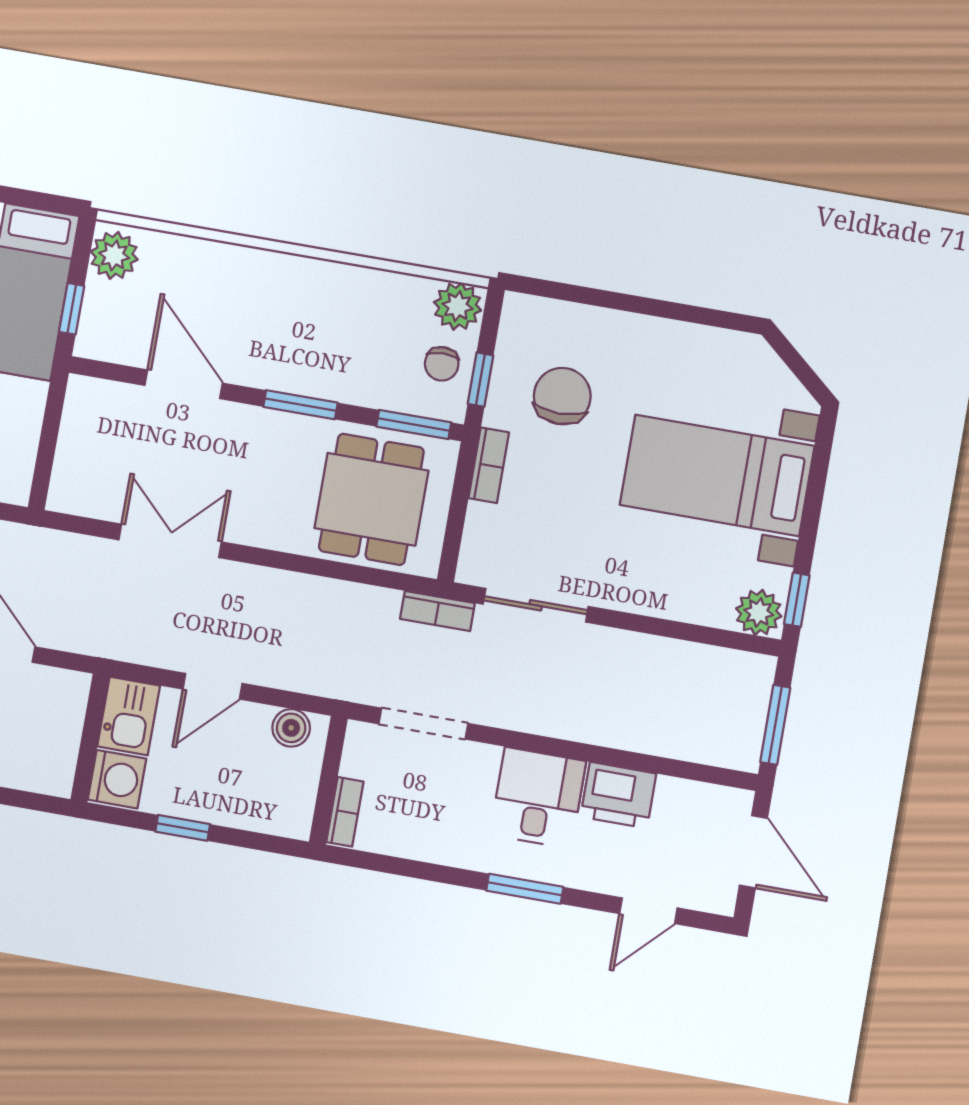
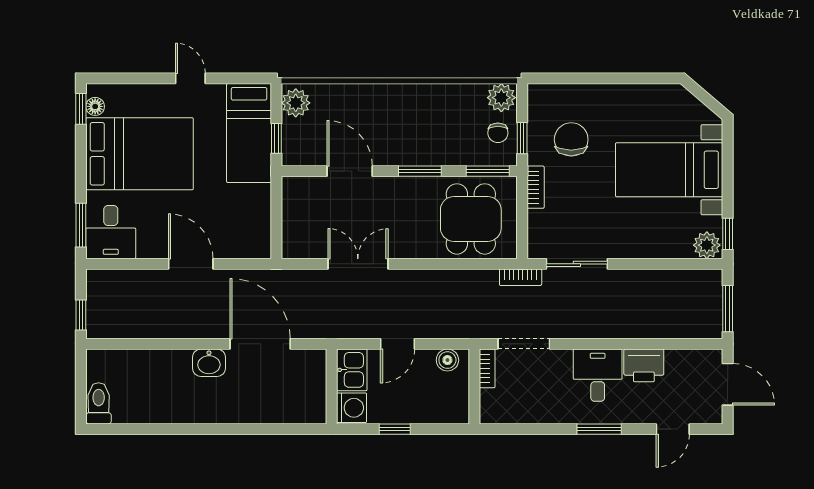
bookcase: (345, 812) -> (487, 368), moved

